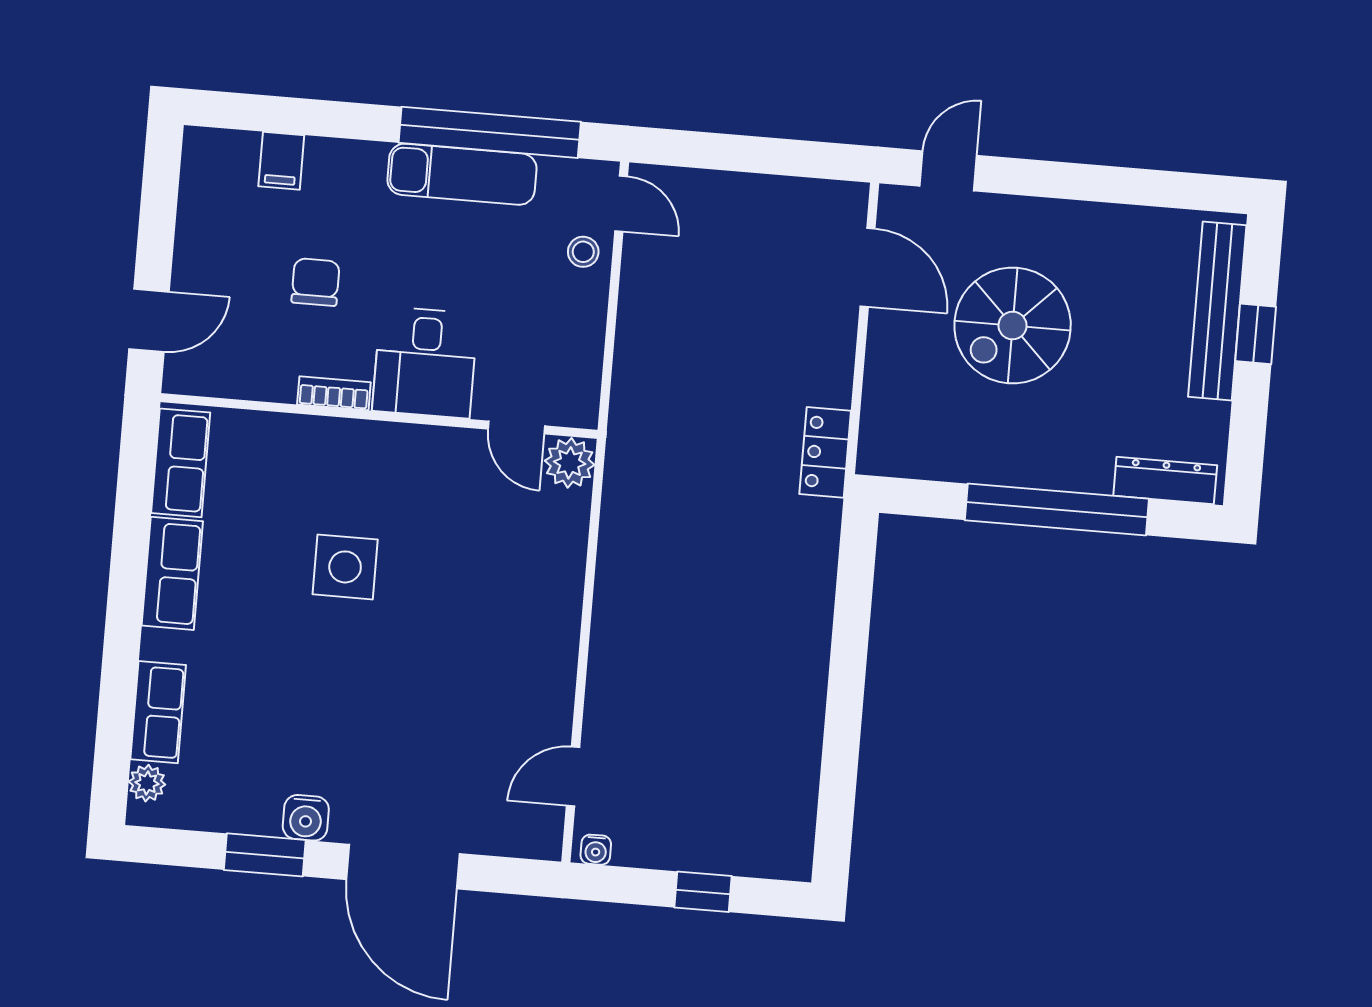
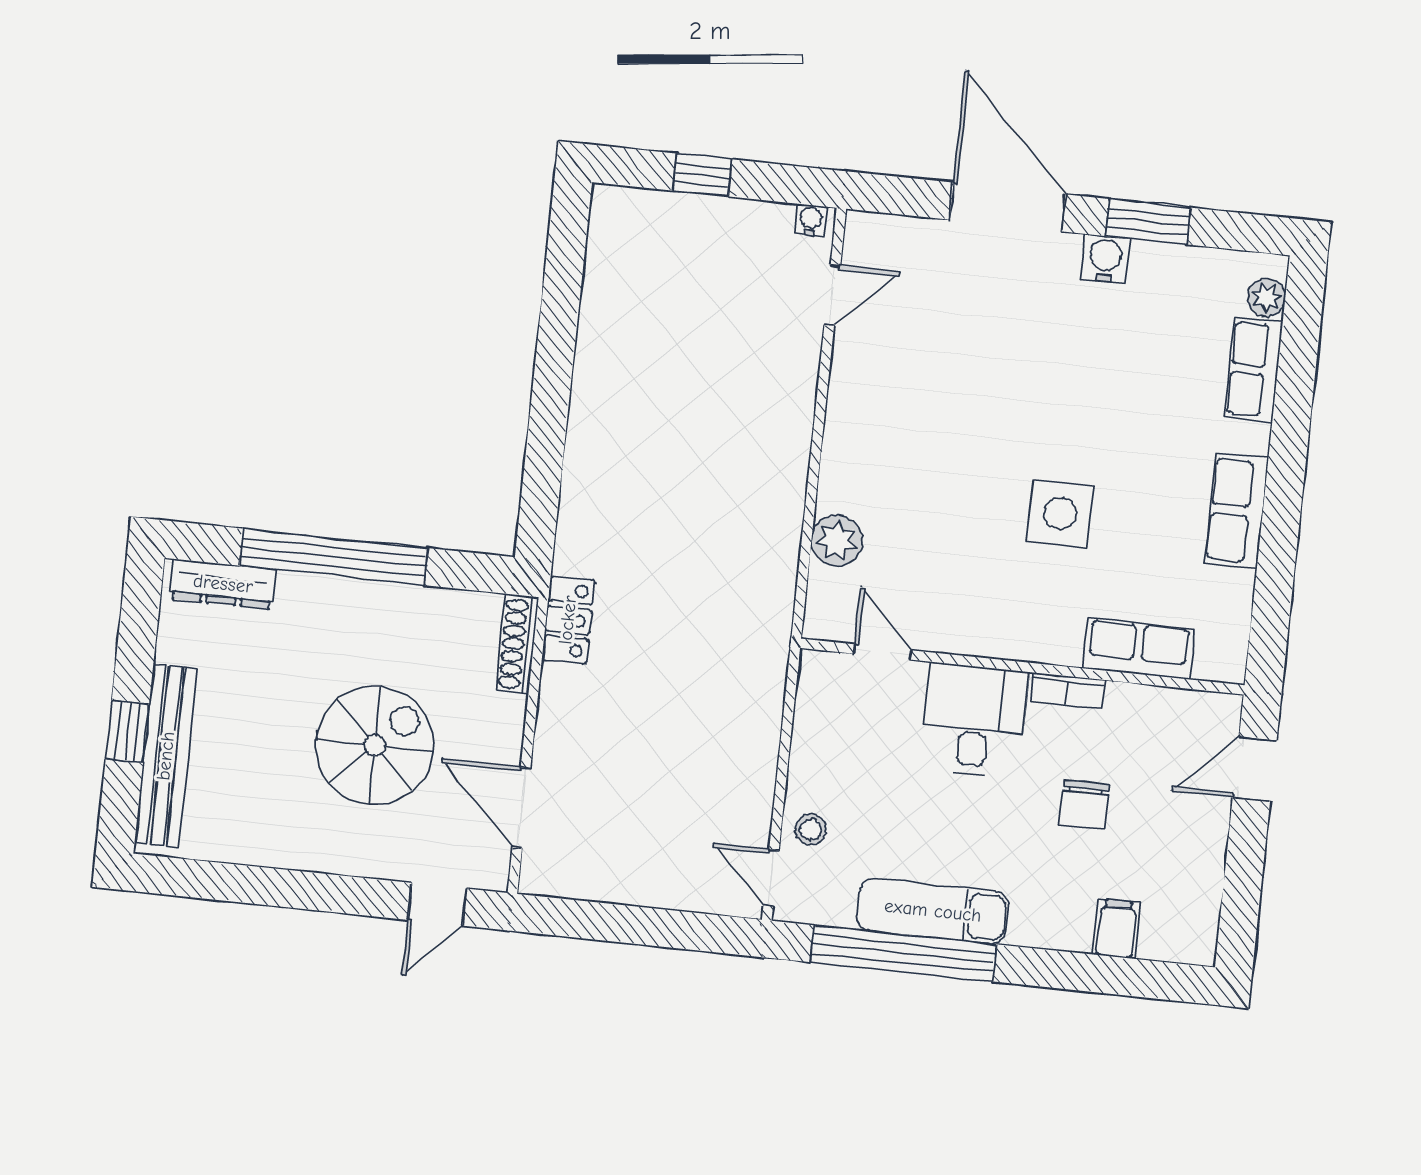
shoe rack: (875, 428) -> (517, 644), added
row of seats: (181, 463) -> (1139, 648), moved, turned 90
plant: (570, 463) -> (837, 540), moved

